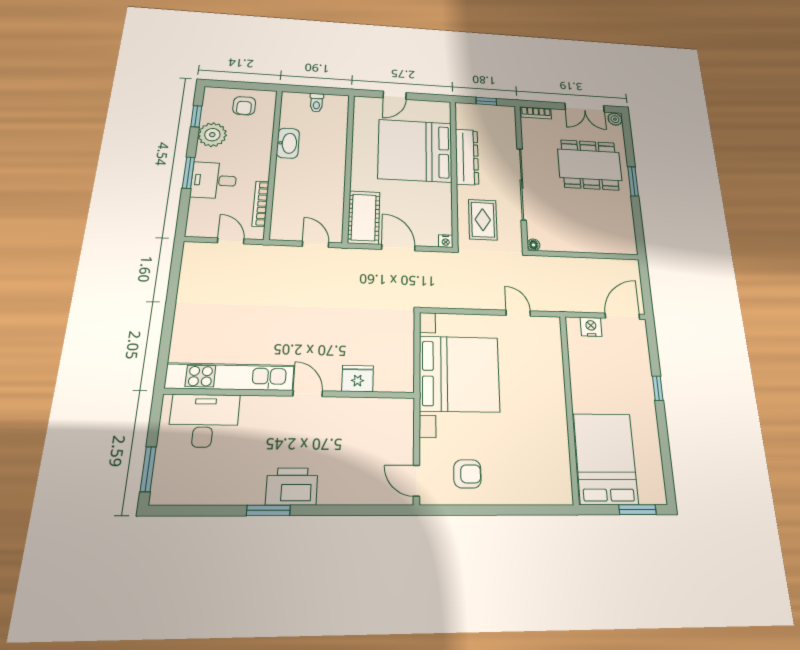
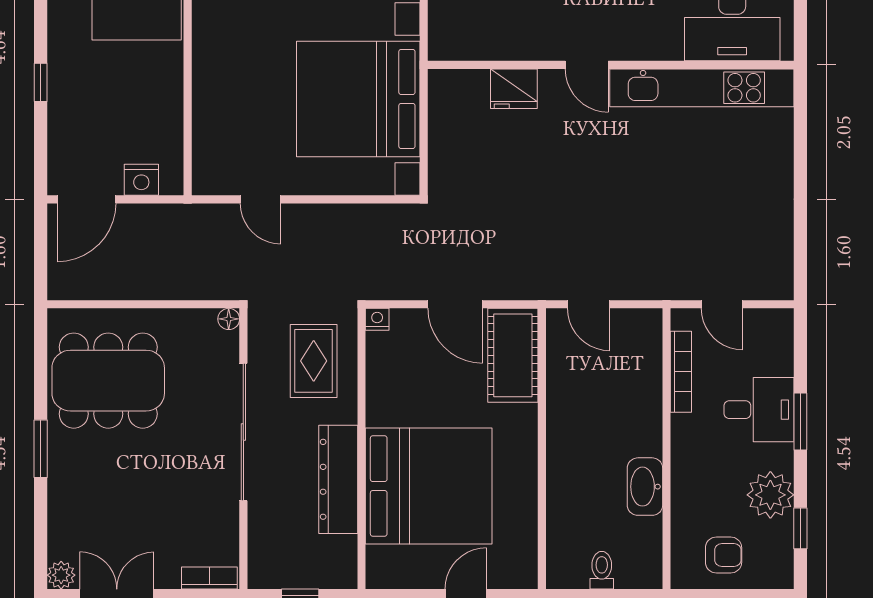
armchair: (244, 106) -> (724, 555), turned 90
dining table: (590, 165) -> (108, 381), moved

